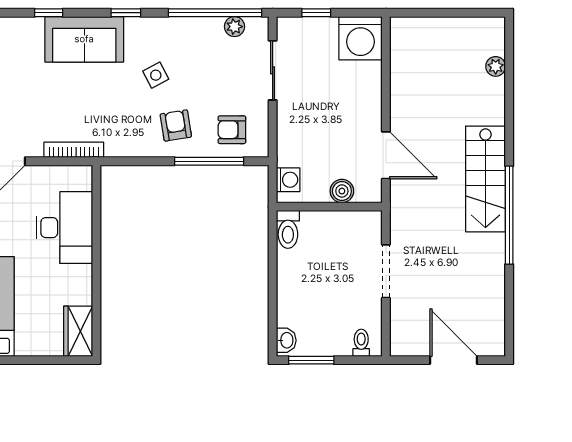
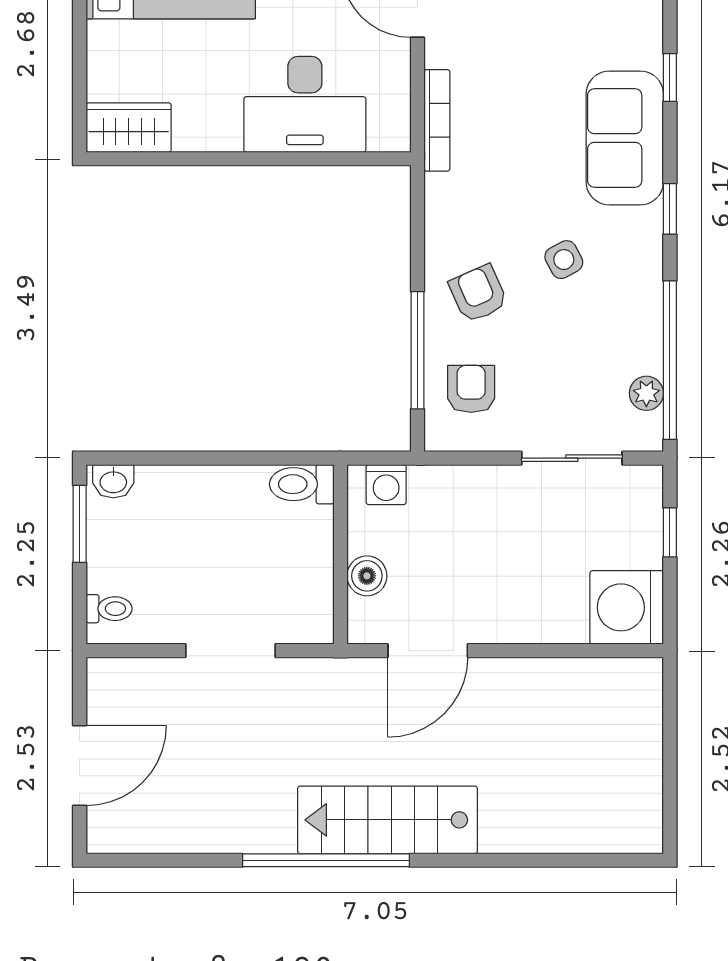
plant: (496, 66) -> (579, 837), removed
armchair: (176, 125) -> (478, 294), turned -105

